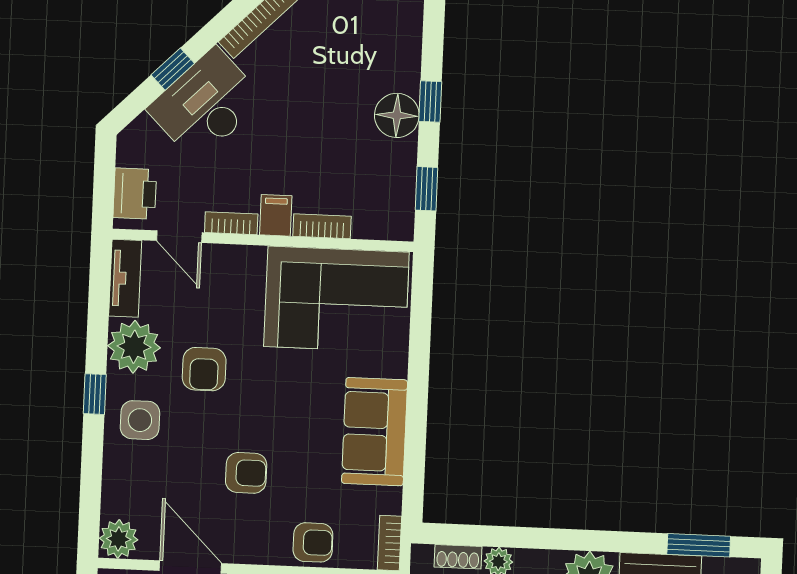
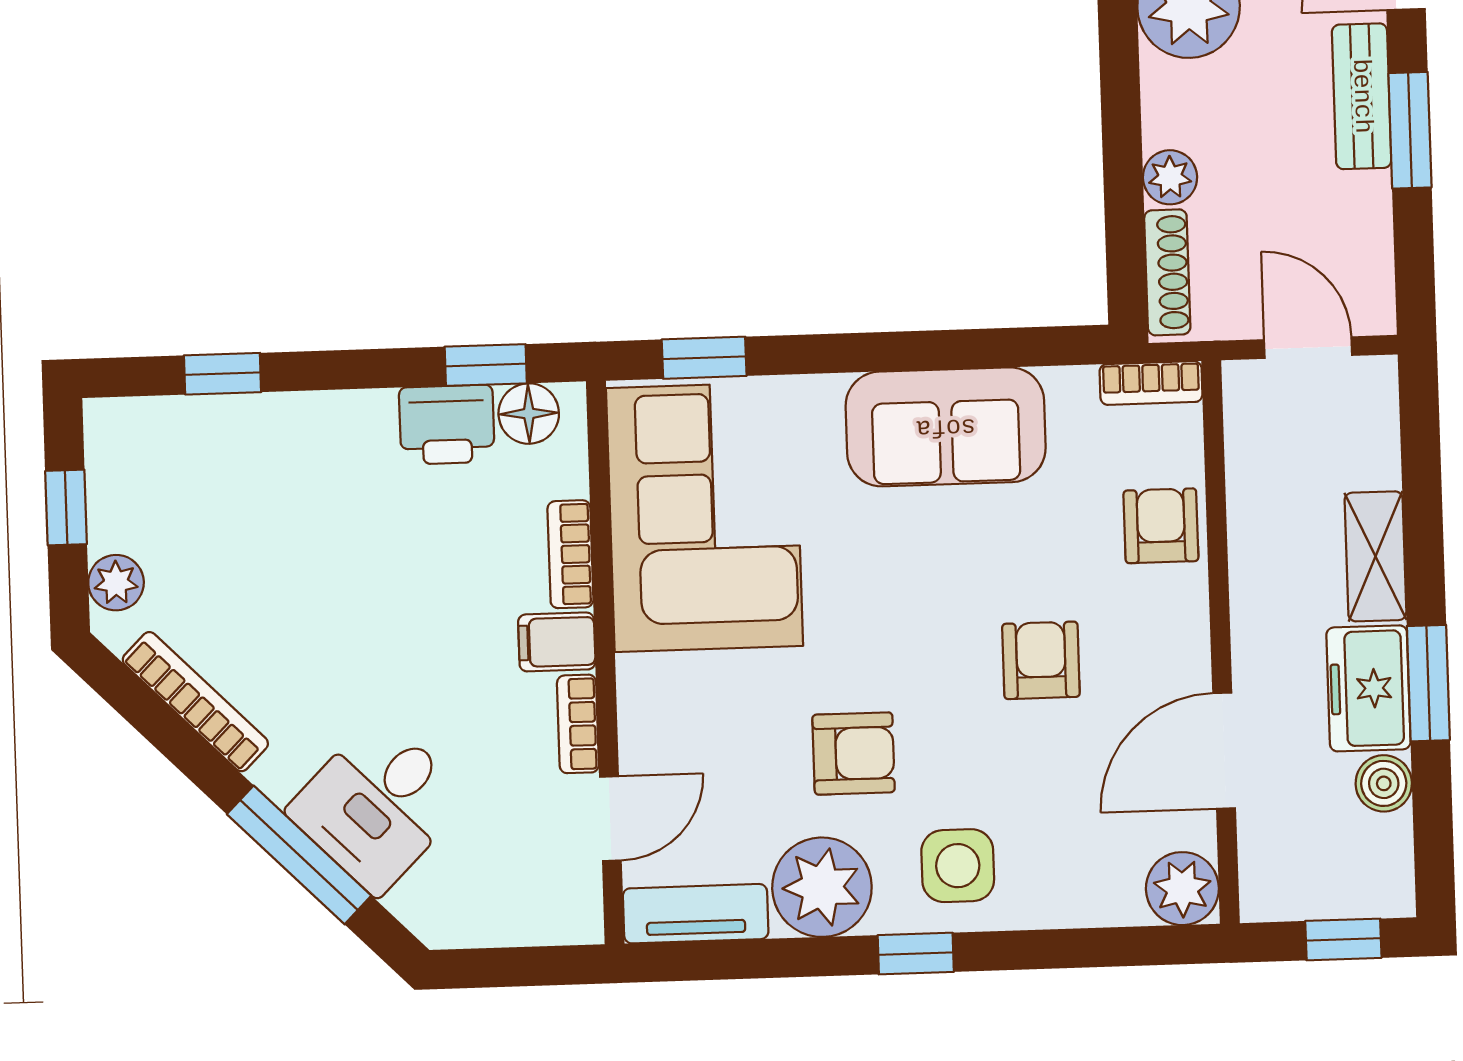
window: (173, 69) -> (299, 855), width x2.17
window: (430, 101) -> (223, 374), moved
desk: (206, 104) -> (378, 805), width x0.73
floor lamp: (397, 115) -> (529, 414), moved, width x0.73, depth x0.73
printer: (135, 194) -> (447, 425), moved, turned 180
window: (421, 306) -> (704, 358), added
shoe rack: (458, 557) -> (1167, 272), width x1.43

